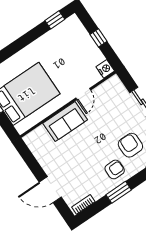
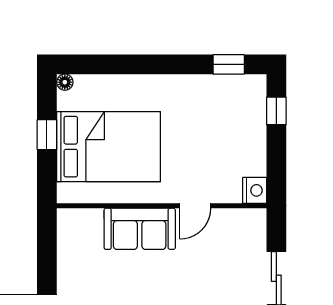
window: (98, 38) -> (276, 111), moved

